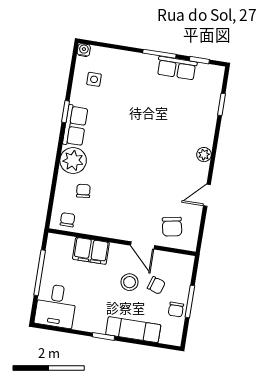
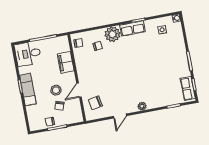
row of seats: (177, 68) -> (188, 89), moved
door: (207, 195) -> (120, 116), swing flipped
exam couch: (133, 330) -> (28, 90), moved

